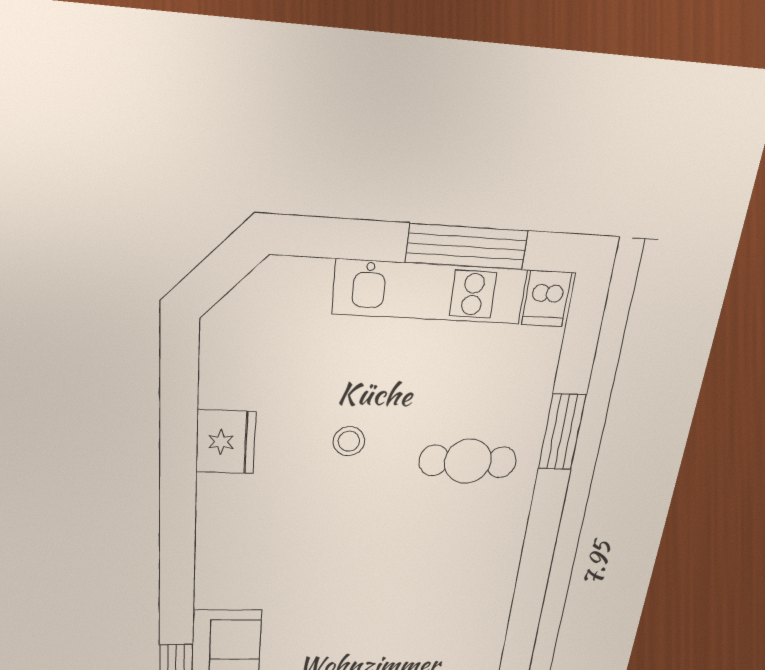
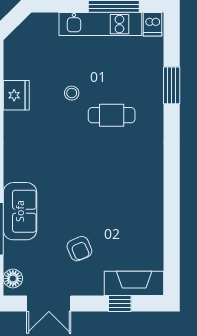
cafe table: (468, 461) -> (112, 115), moved

